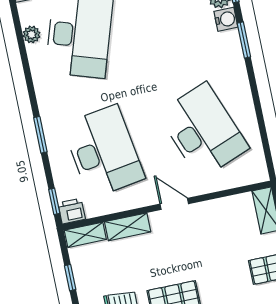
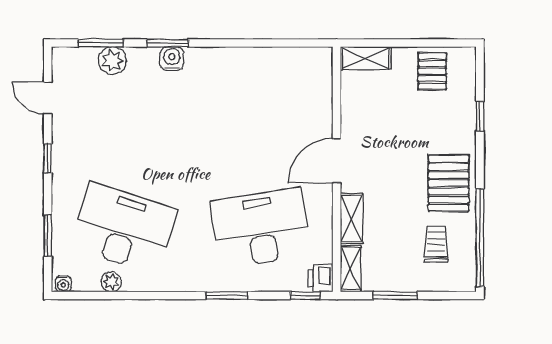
water cooler: (226, 19) -> (172, 59), moved
desk: (203, 131) -> (261, 110), removed
door: (174, 204) -> (337, 161), width x1.37
window: (70, 278) -> (395, 296), width x1.50

